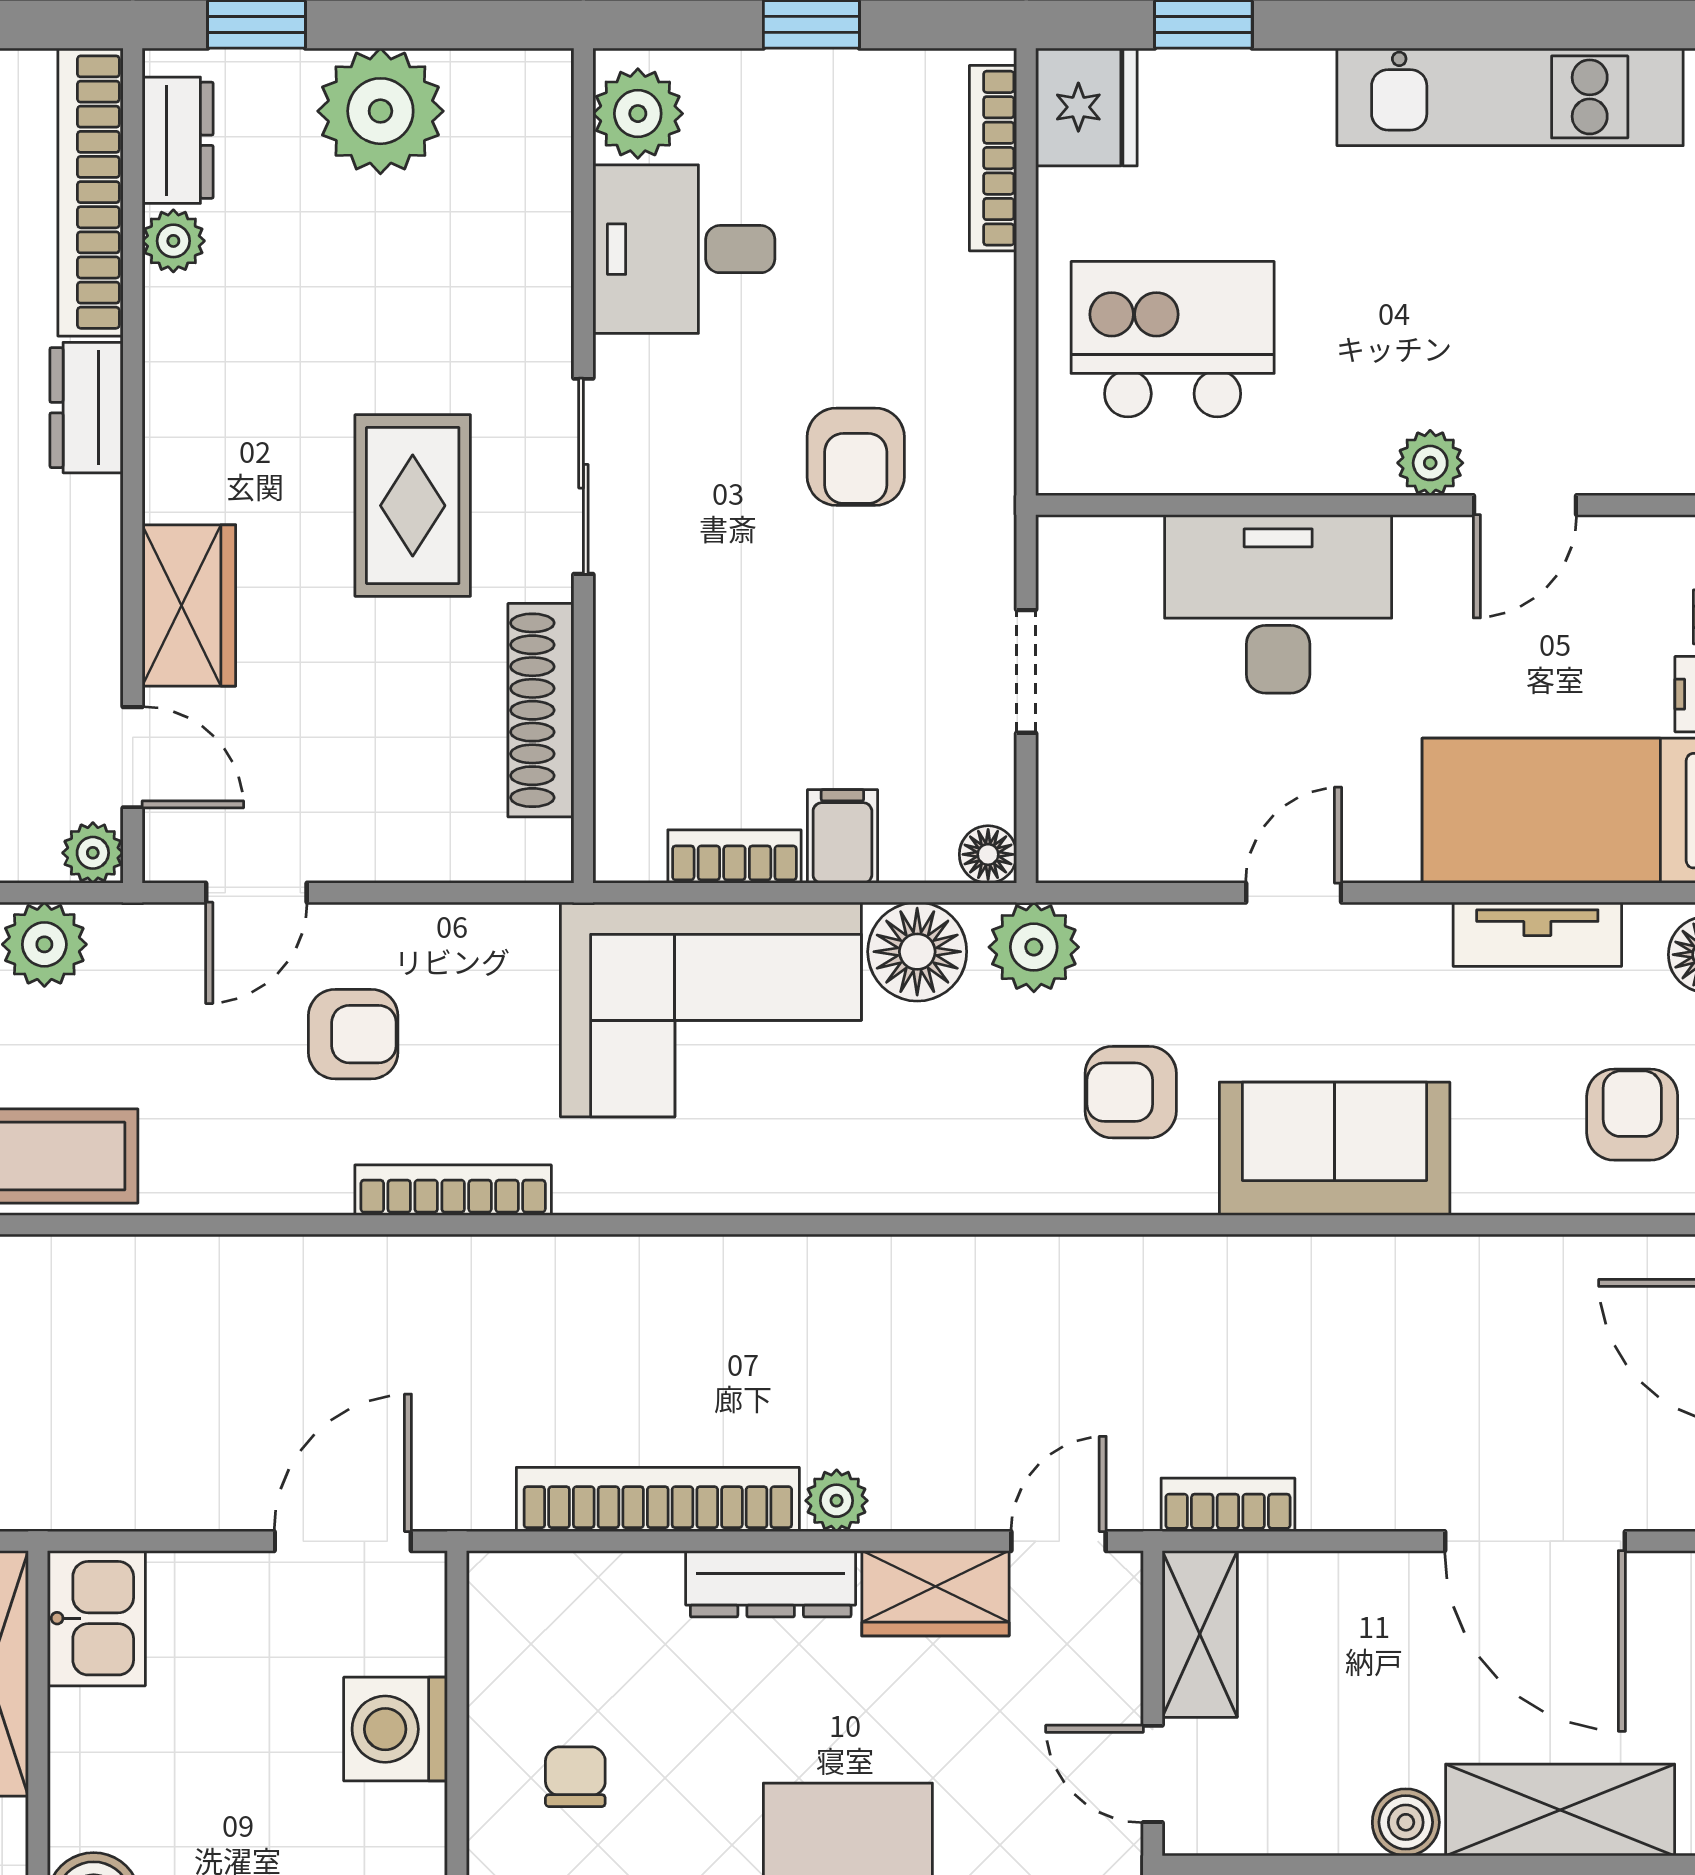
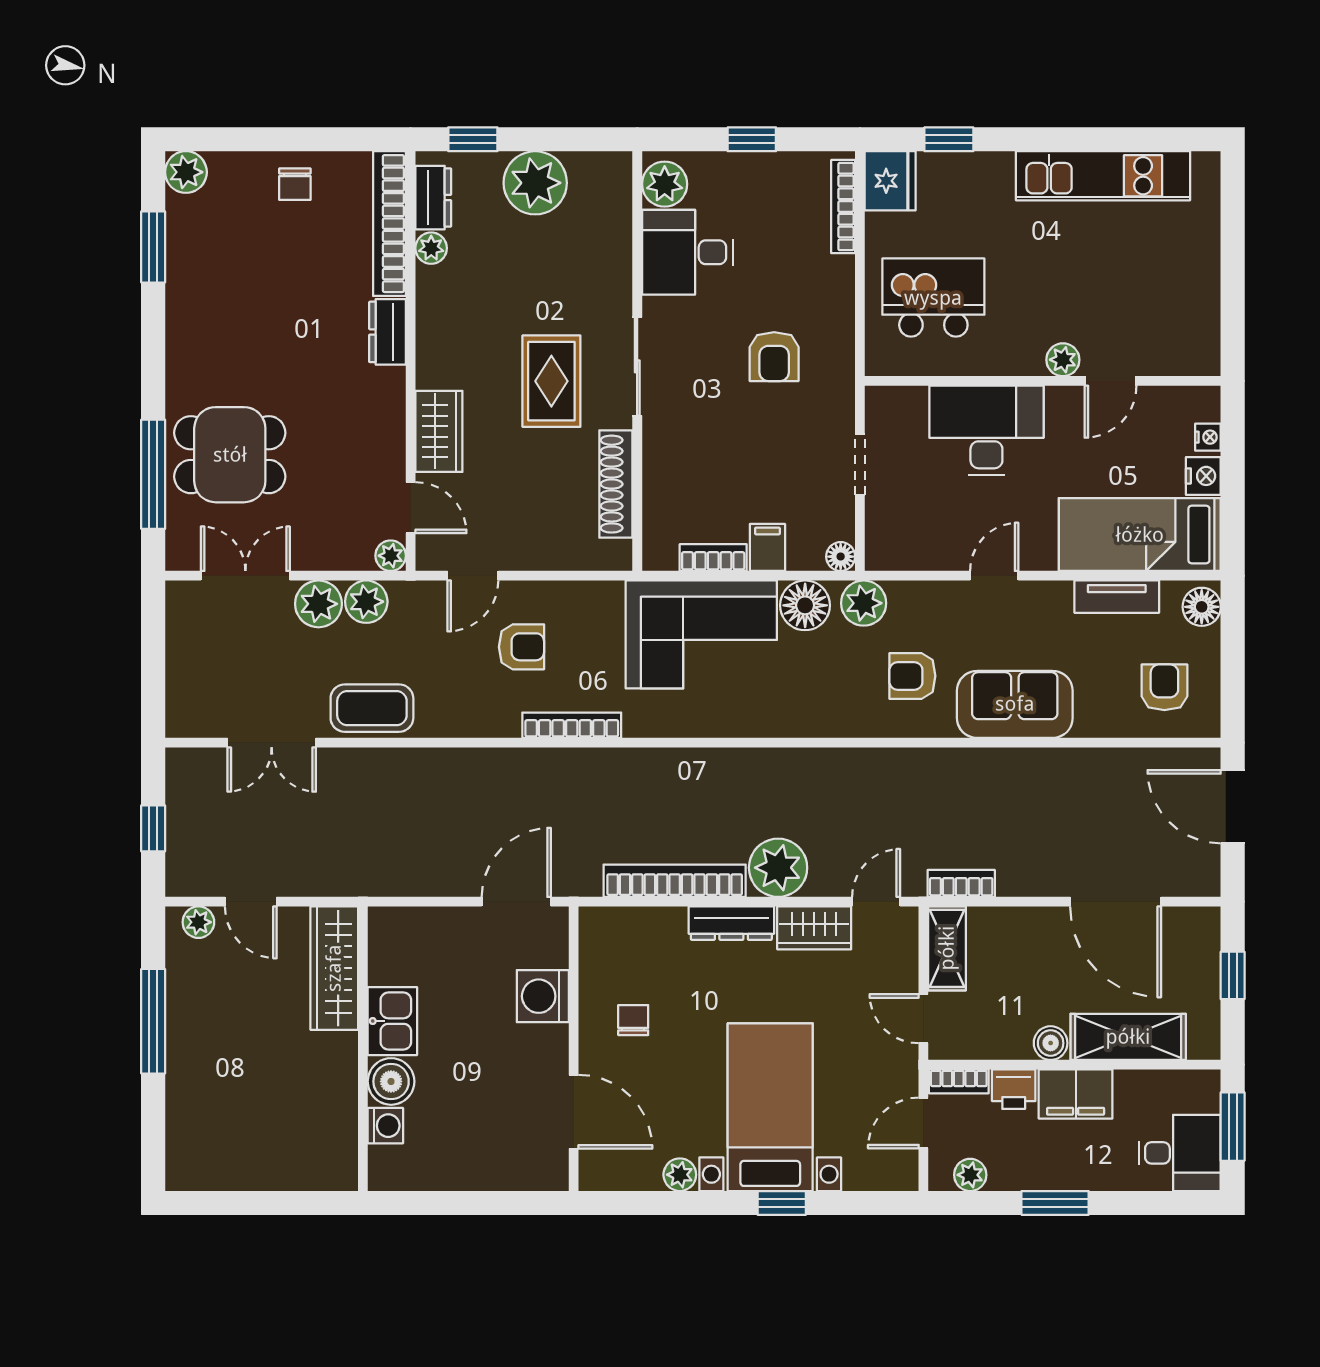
plant: (837, 1501) -> (778, 868), width x1.87, depth x1.87
kitchen sink: (96, 1618) -> (392, 1021), moved

